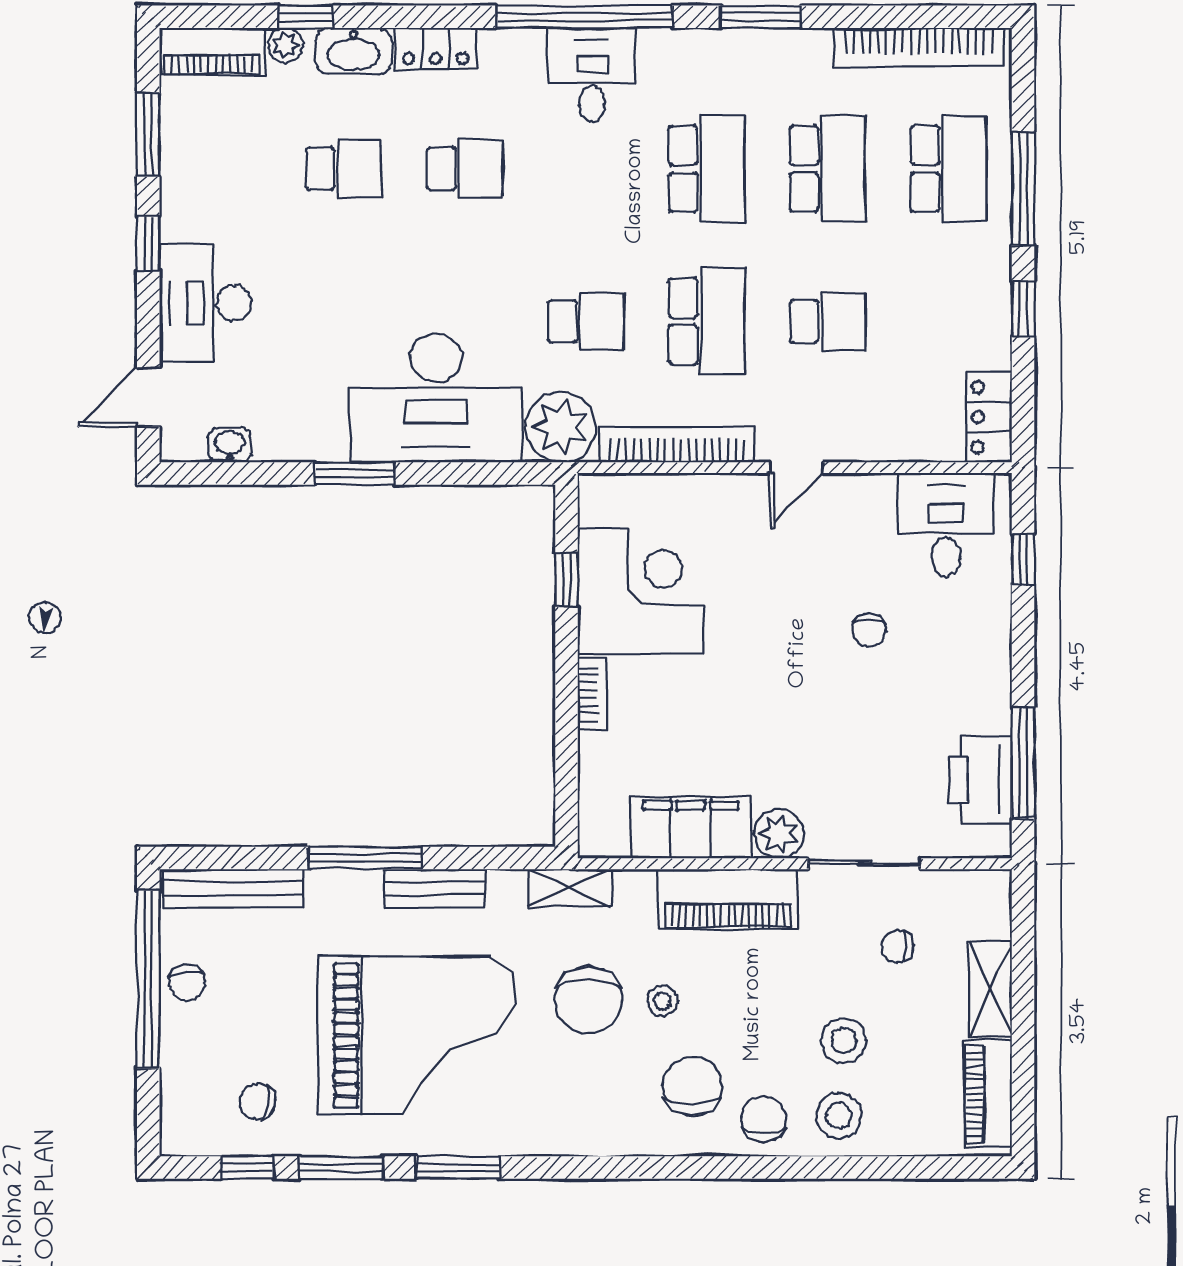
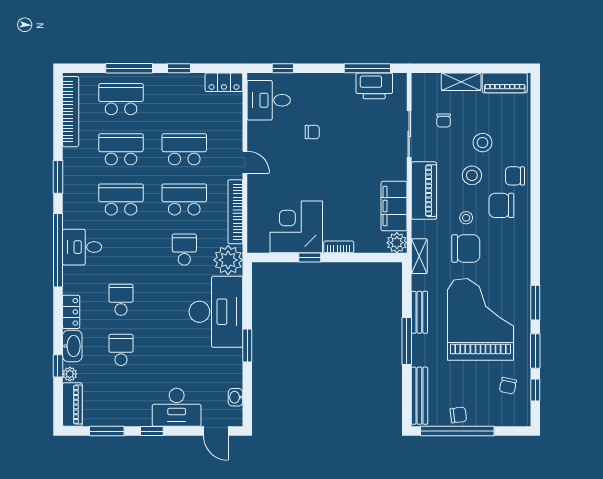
school desk: (828, 321) -> (184, 149), width x1.85
window: (567, 580) -> (310, 258), moved
plant: (779, 834) -> (397, 243), moved
stool: (839, 1116) -> (472, 175), moved

